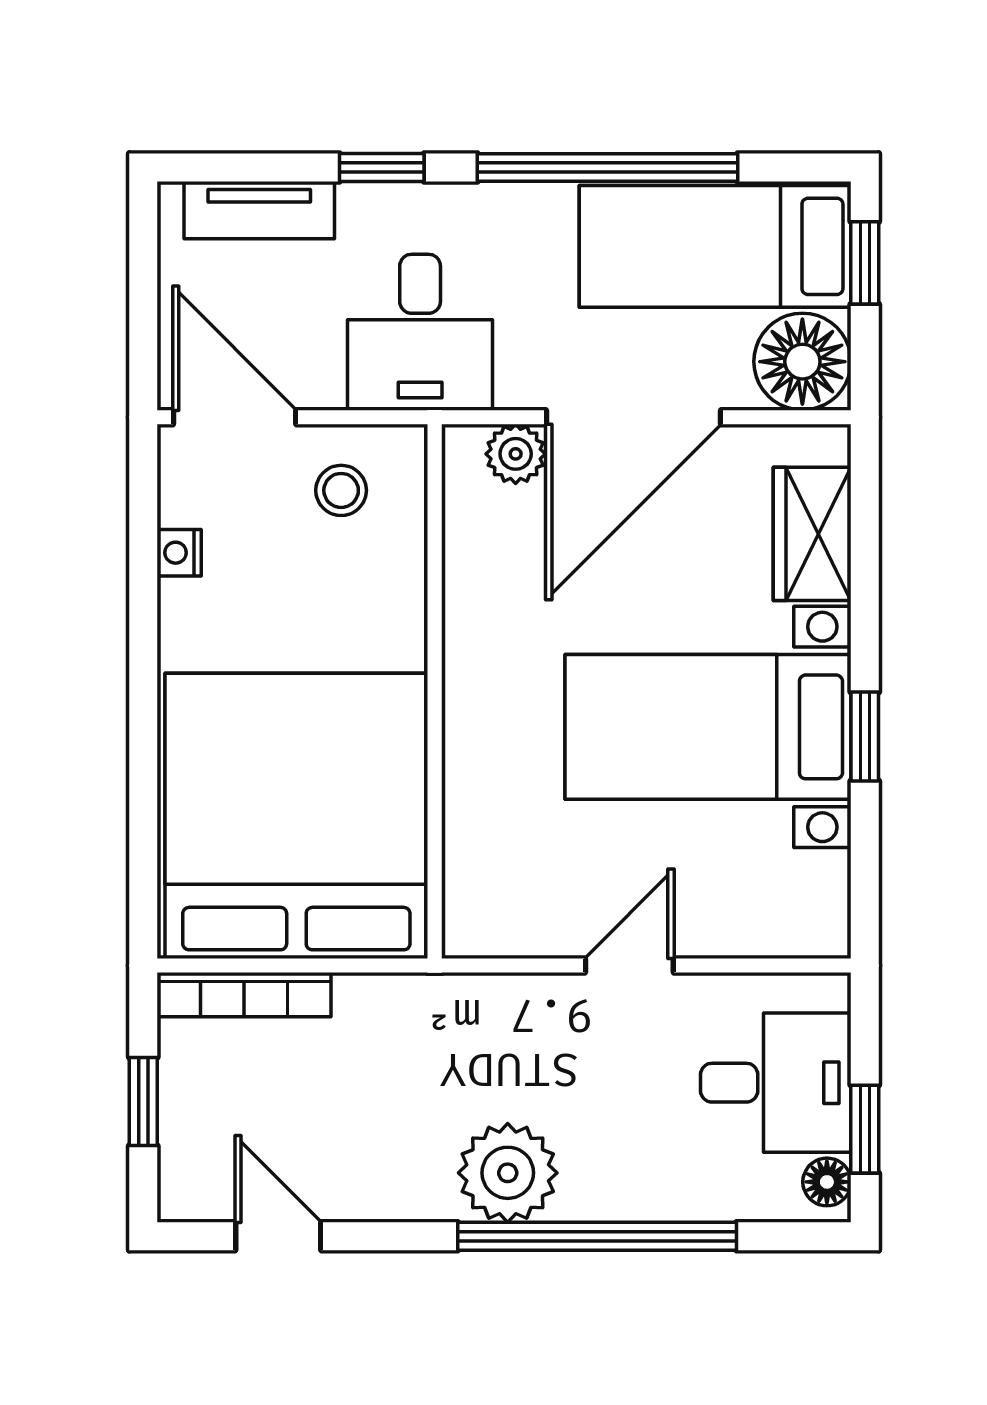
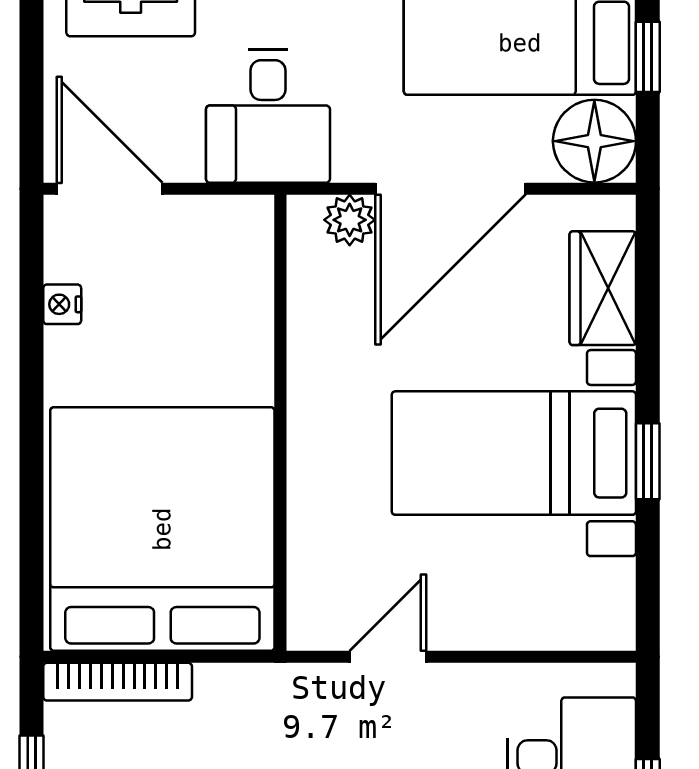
stool: (341, 490) -> (201, 251), removed
door: (629, 965) -> (388, 657), moved

